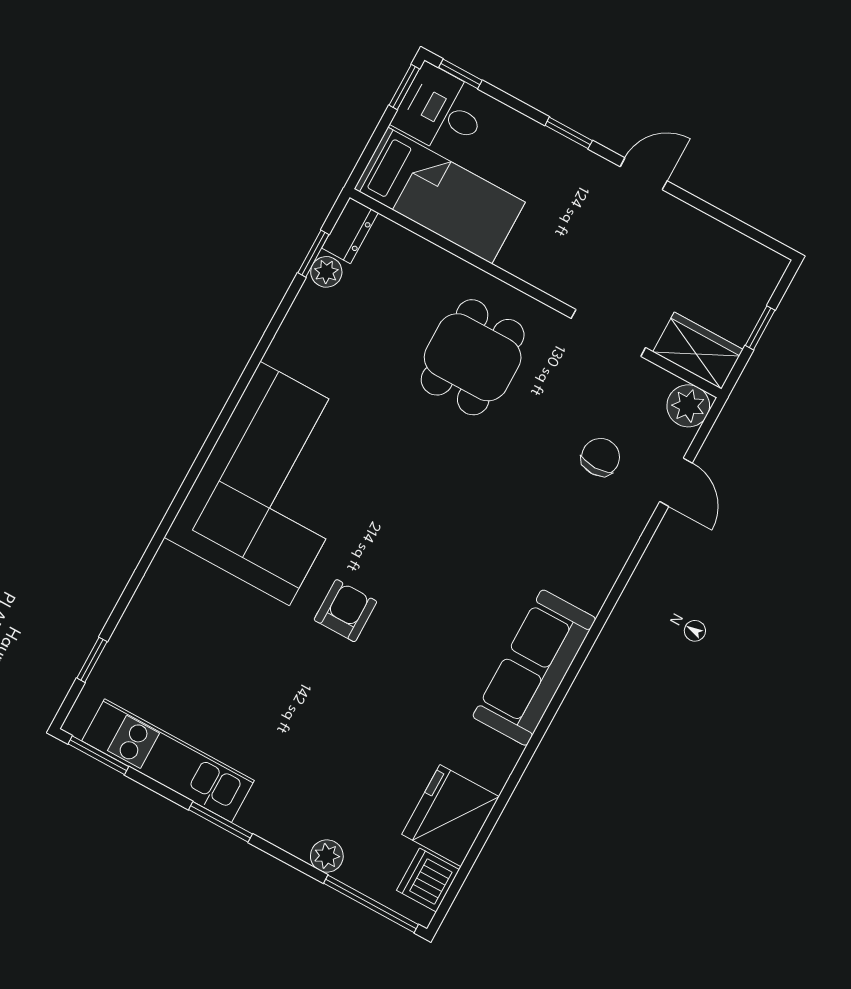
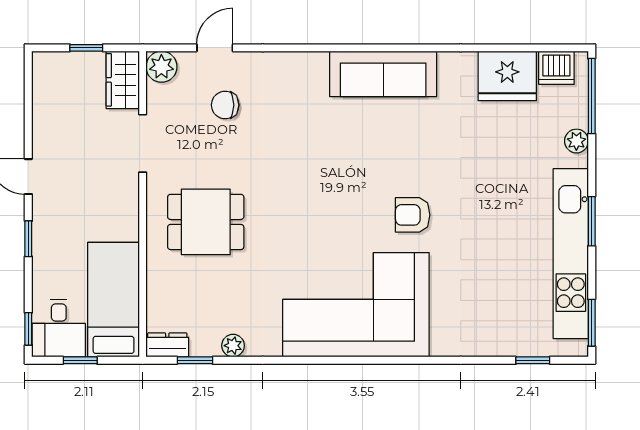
window: (404, 87) -> (80, 360), moved
plant: (326, 272) -> (233, 346), moved
kitchen unit: (168, 761) -> (571, 254), width x1.36

